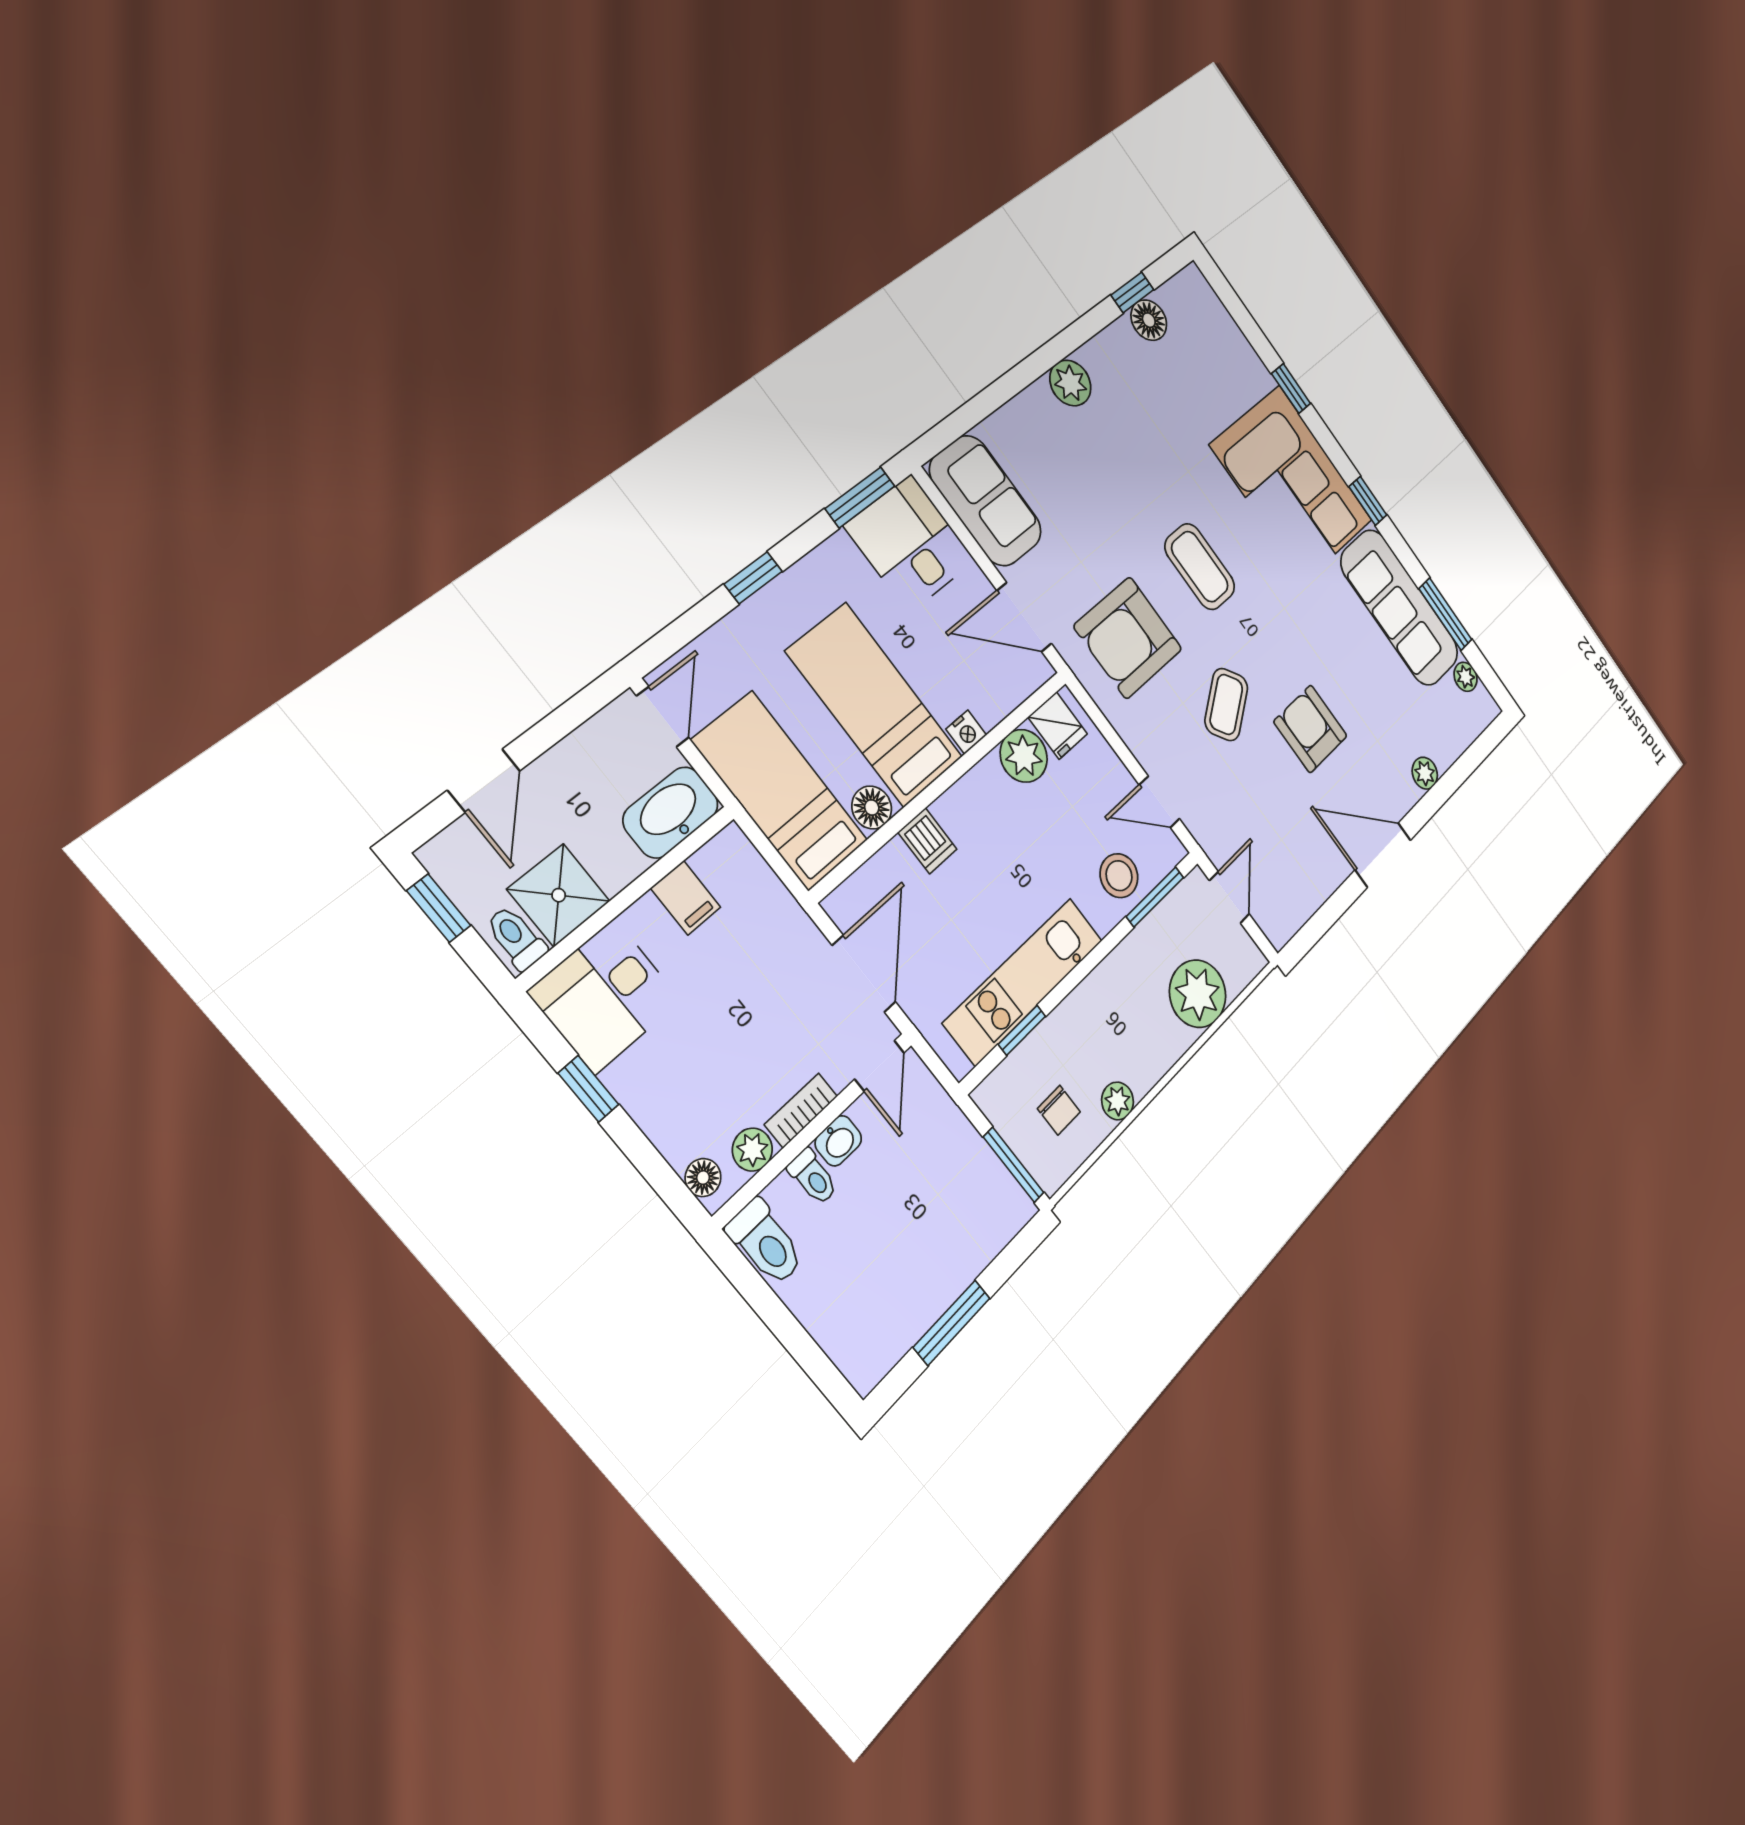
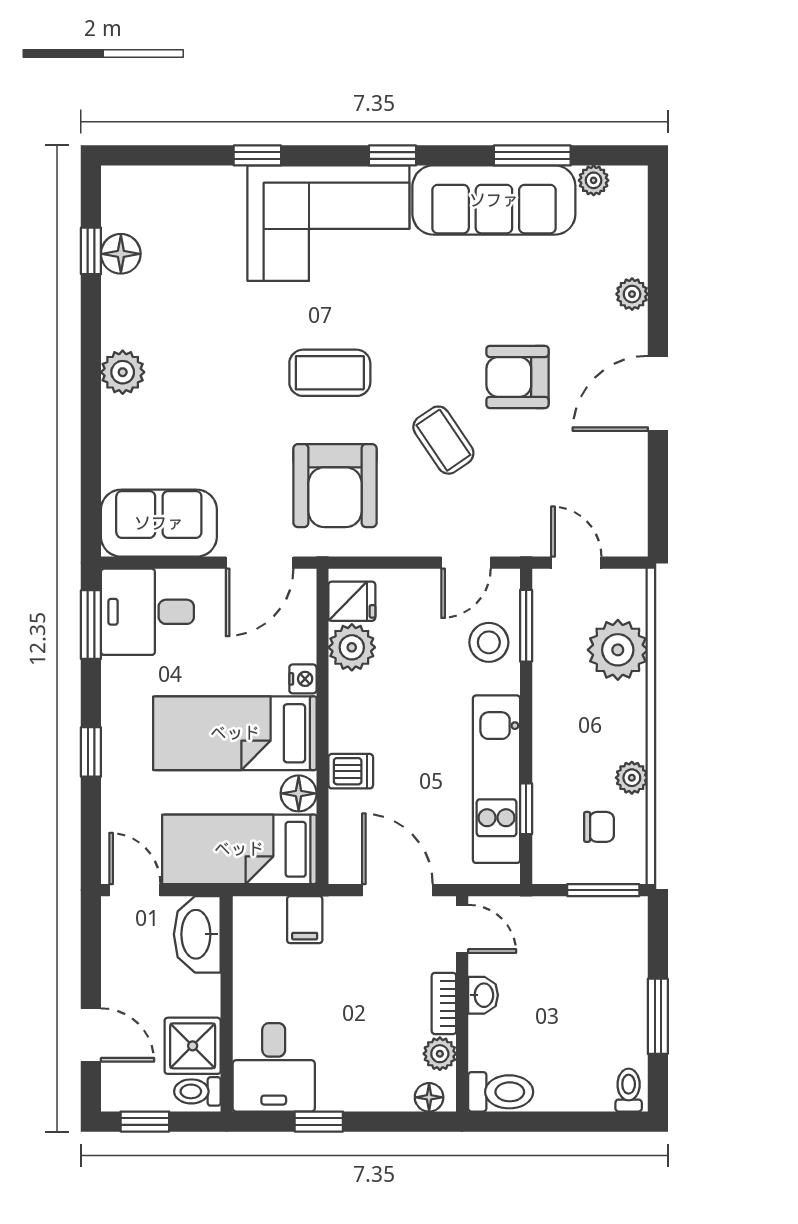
filing cabinet: (686, 898) -> (305, 920), moved, turned 90
toilet: (813, 1177) -> (629, 1090), moved, turned -90

